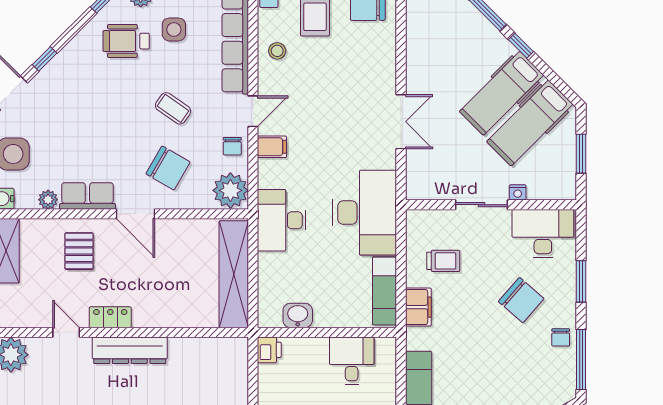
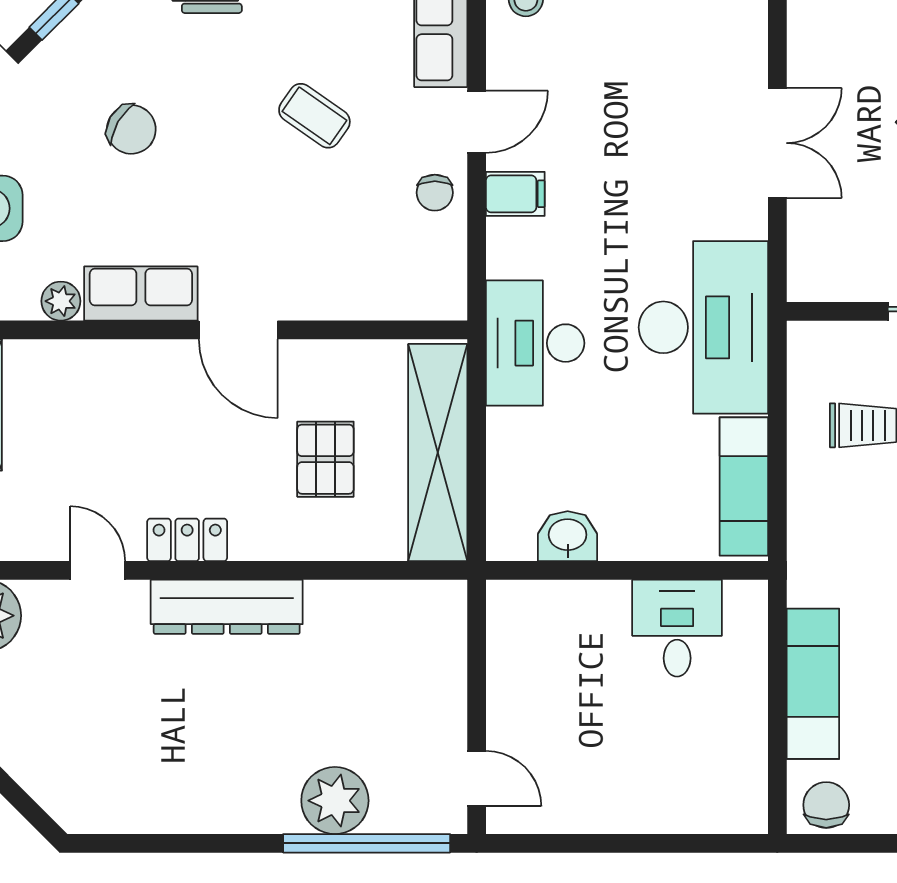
chair: (168, 168) -> (131, 129), moved, width x0.73, depth x0.73
plant: (230, 190) -> (431, 283), removed
pallet: (79, 251) -> (325, 459), moved
filing cabinet: (418, 307) -> (812, 519), removed
printer: (269, 350) -> (510, 606), removed

